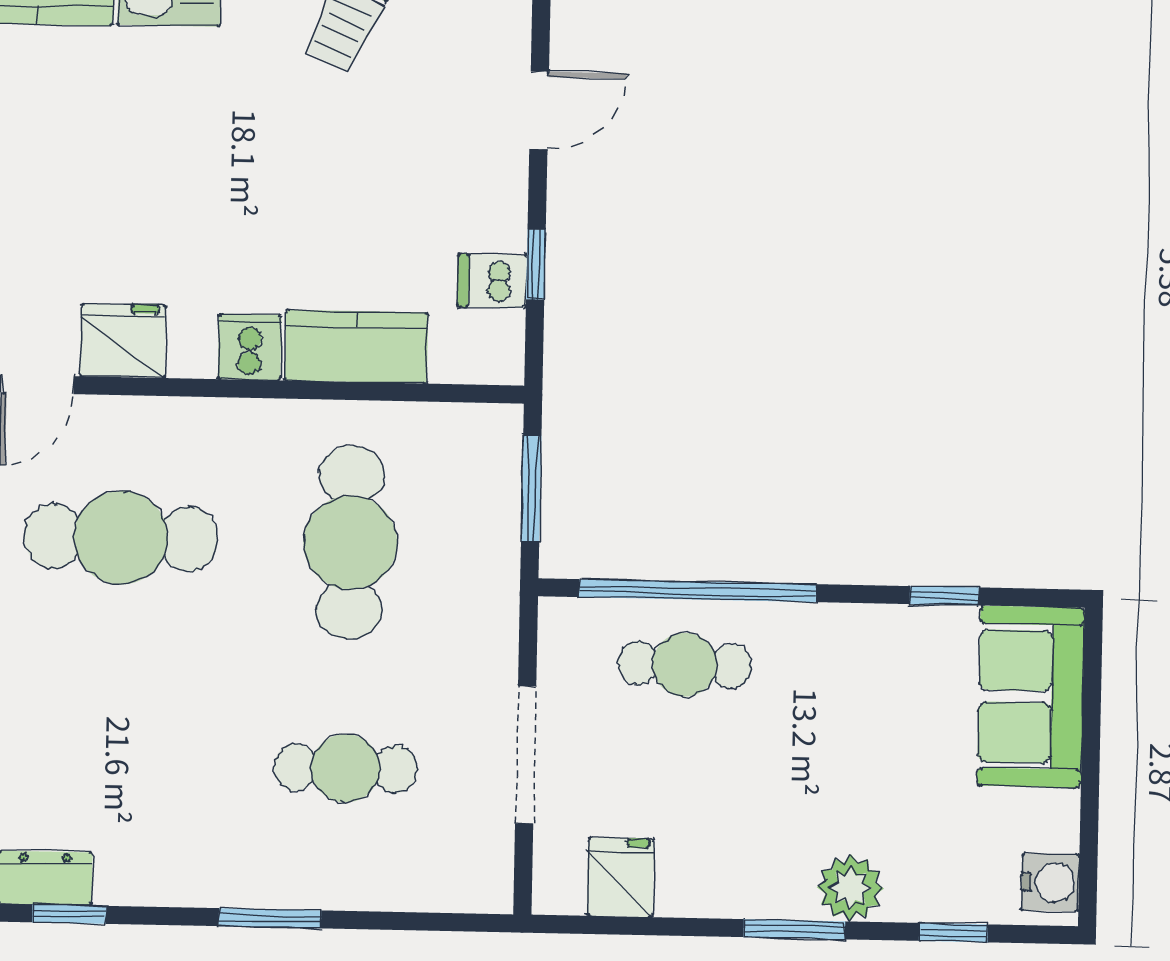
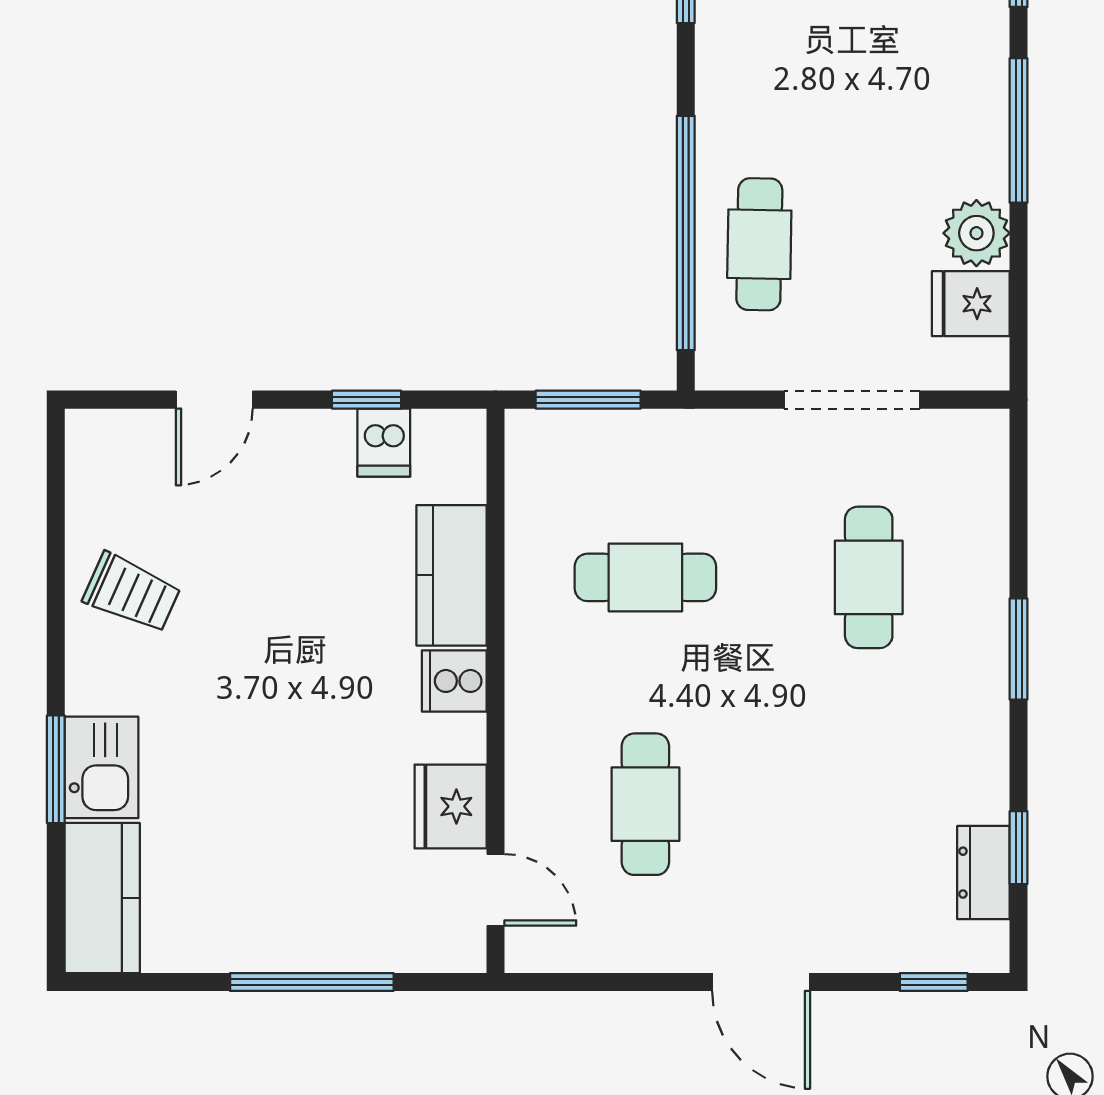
door: (539, 110) -> (214, 400), swing flipped
cafe table: (121, 538) -> (645, 804), width x0.73, depth x0.74
cafe table: (350, 542) -> (645, 577), width x0.73, depth x0.74
plant: (850, 888) -> (976, 233), moved
window: (794, 929) -> (1019, 130), width x1.44

